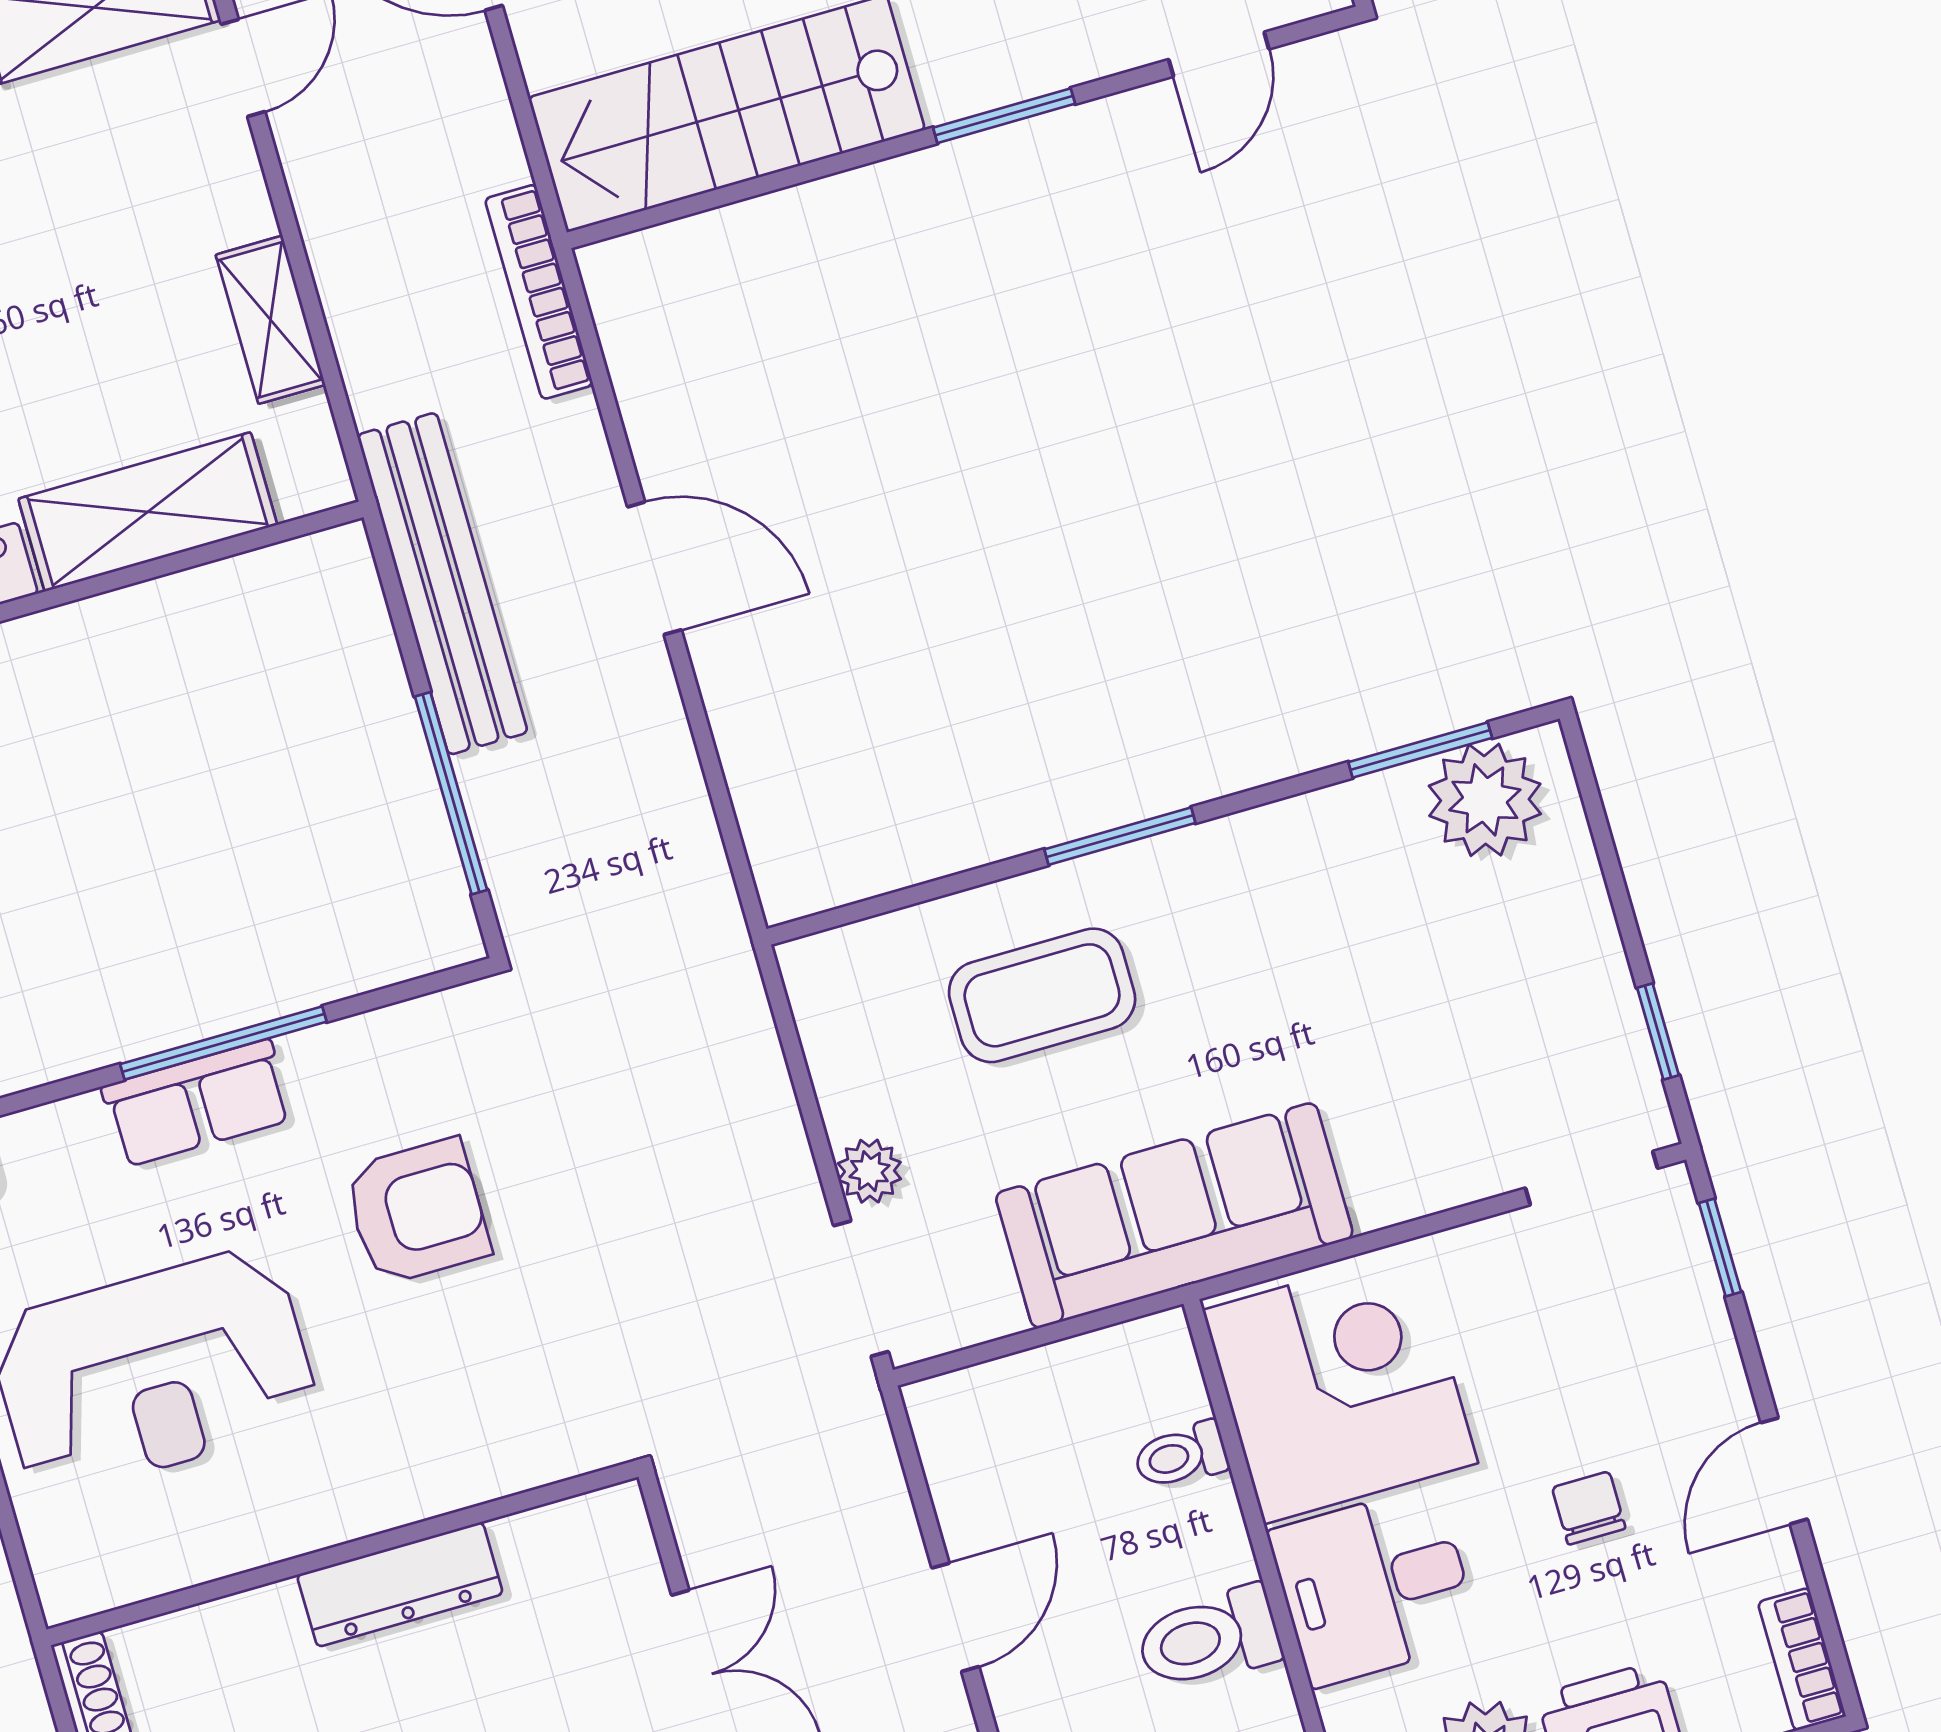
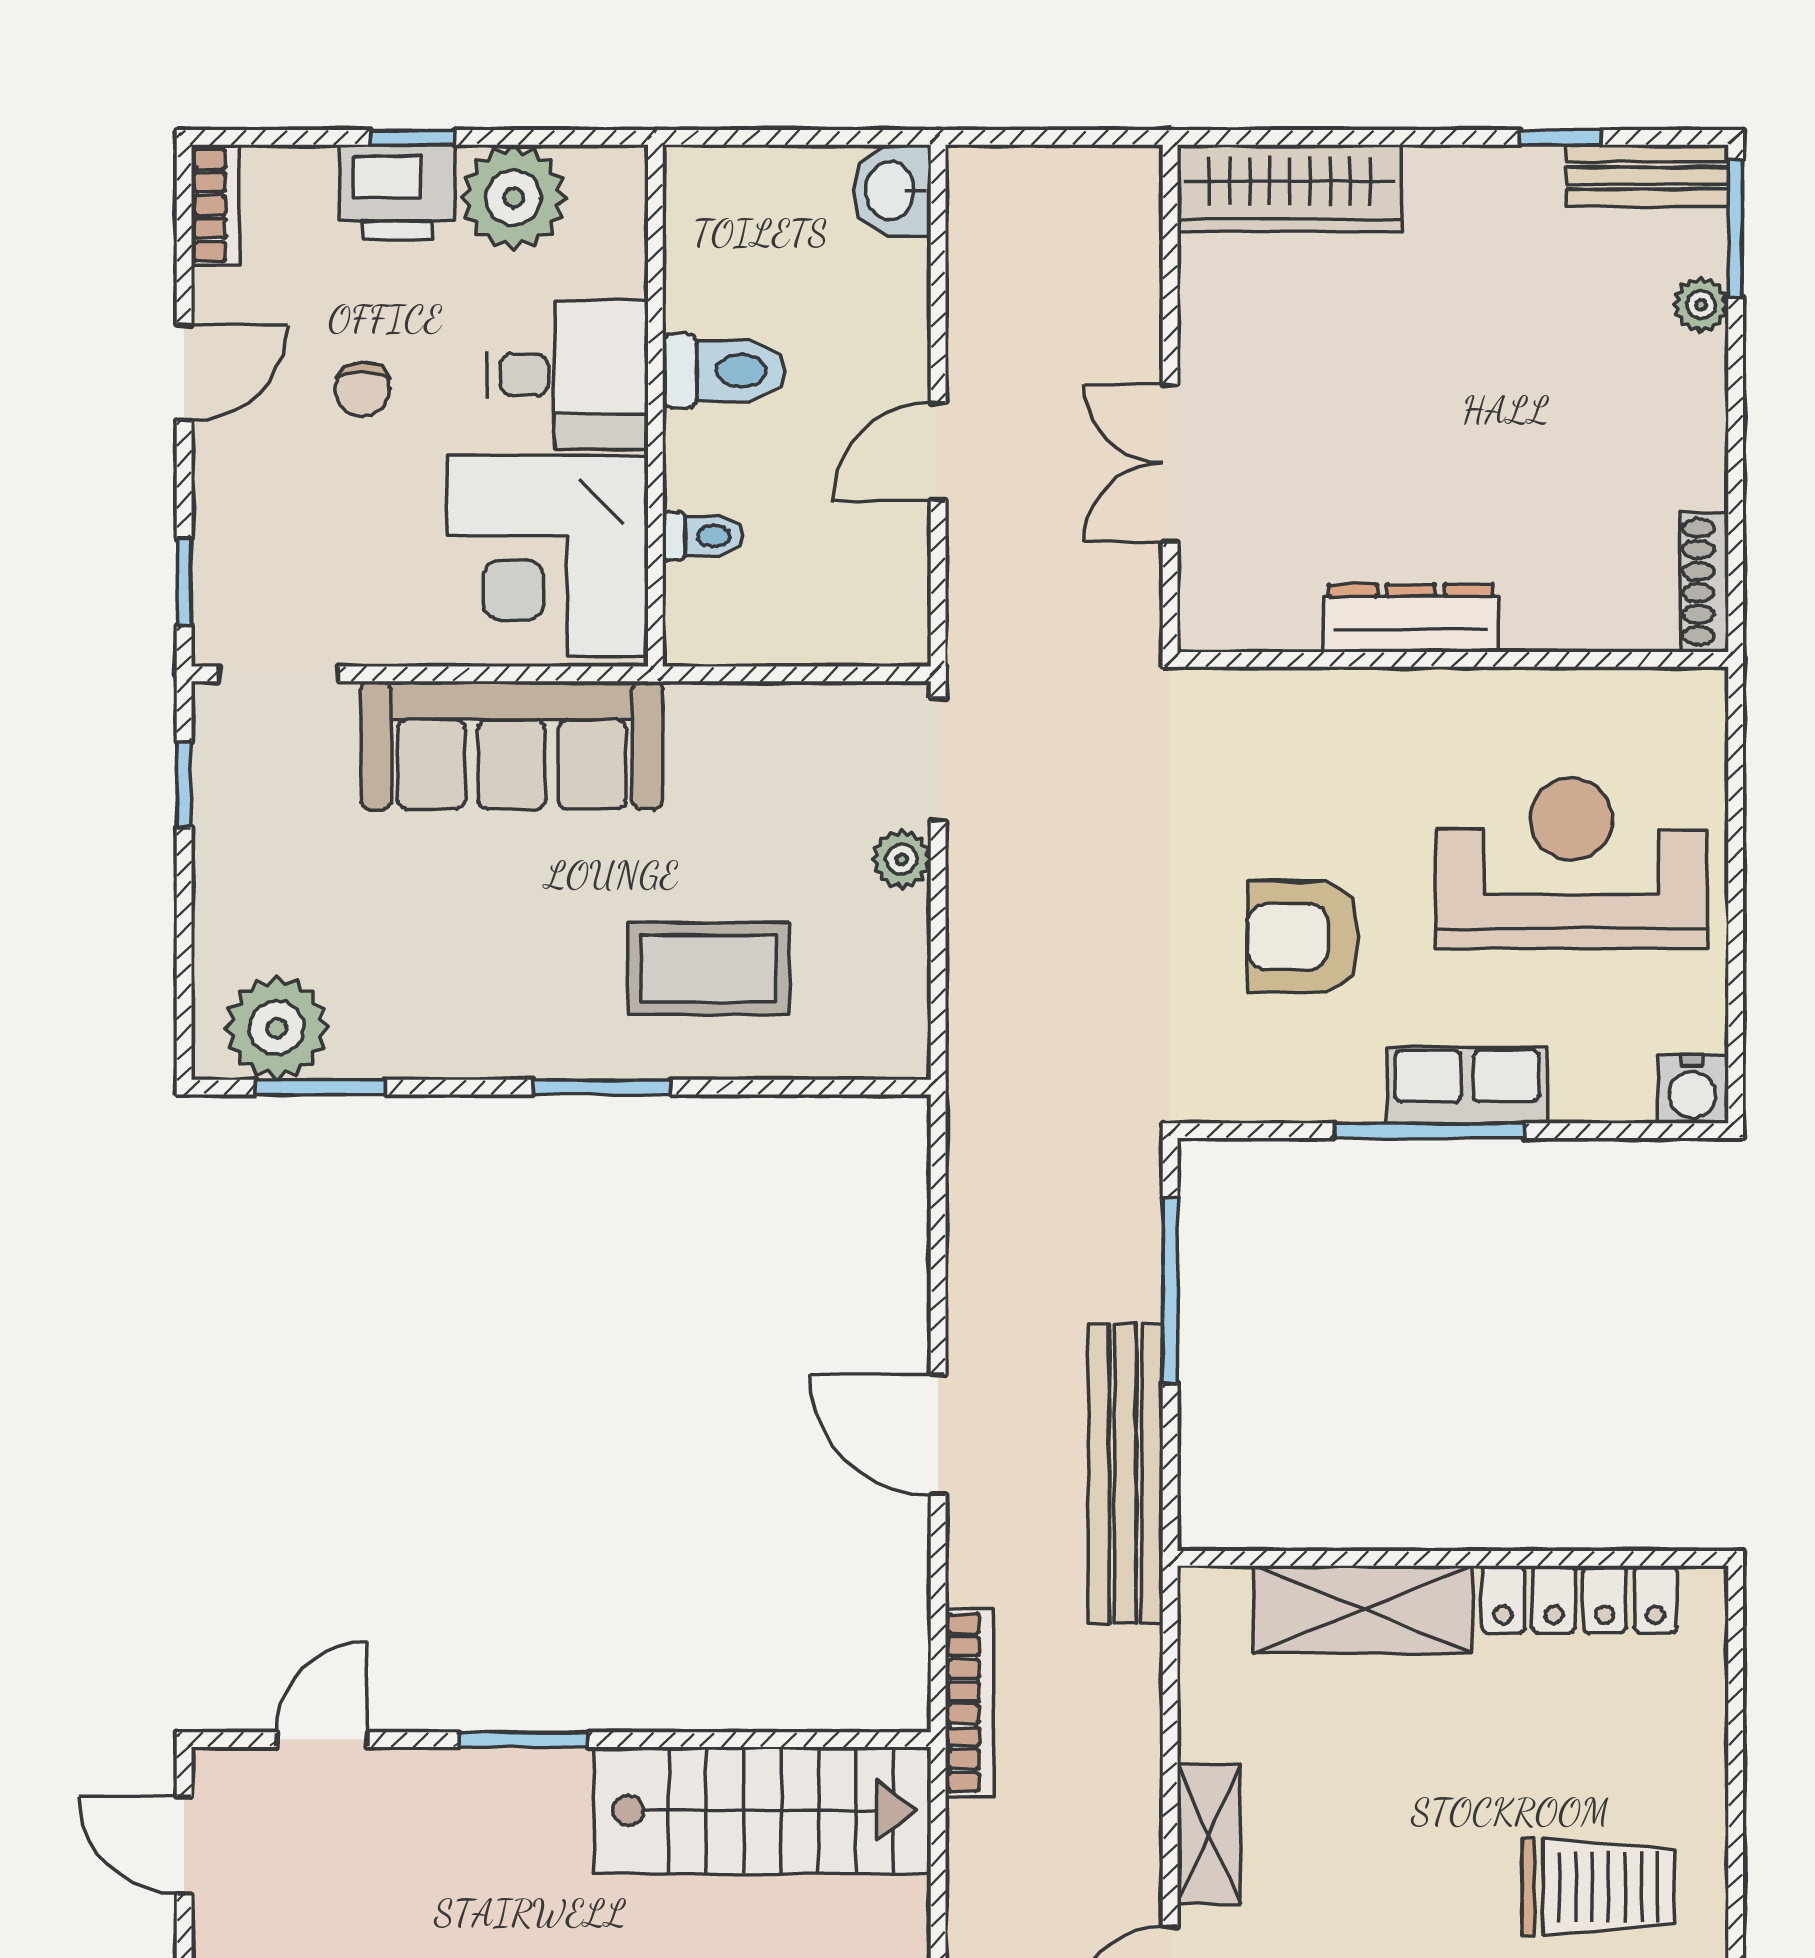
shelving: (271, 320) -> (1209, 1834), moved
sofa: (1174, 1215) -> (512, 745), moved

